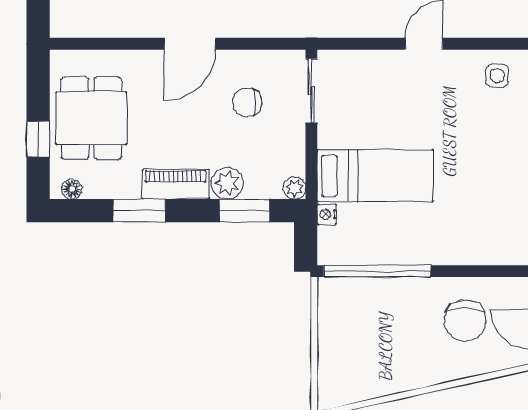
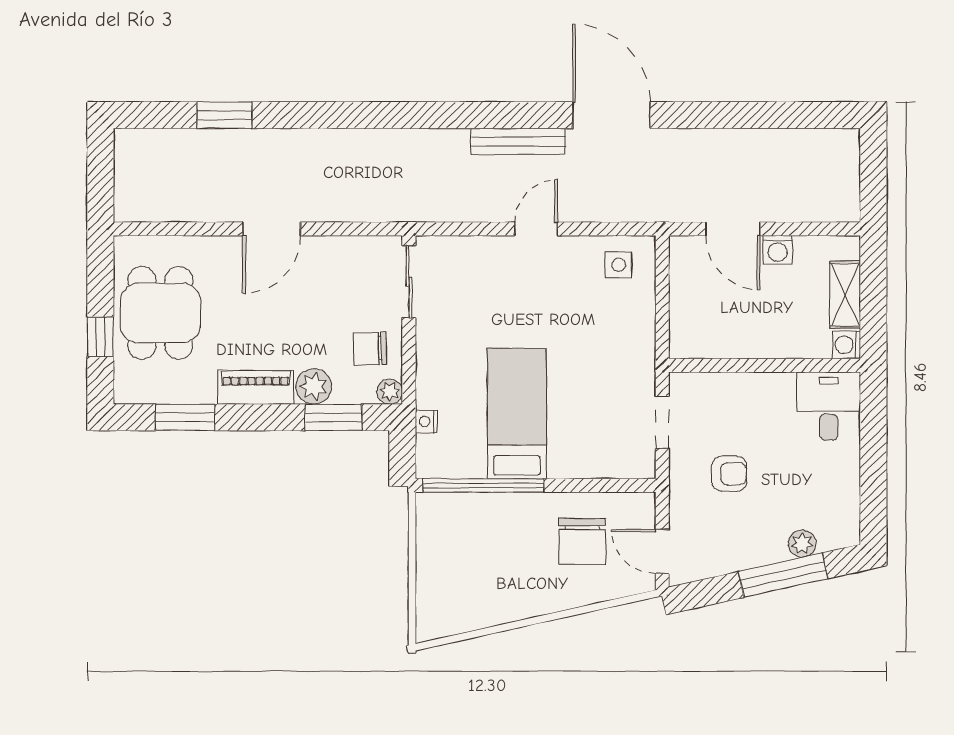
chair: (247, 102) -> (370, 349), moved
bed: (375, 176) -> (517, 414), moved, turned -90
floor lamp: (72, 189) -> (138, 393), removed
window: (139, 211) -> (185, 417), moved

